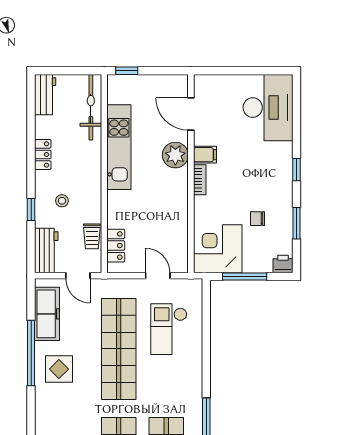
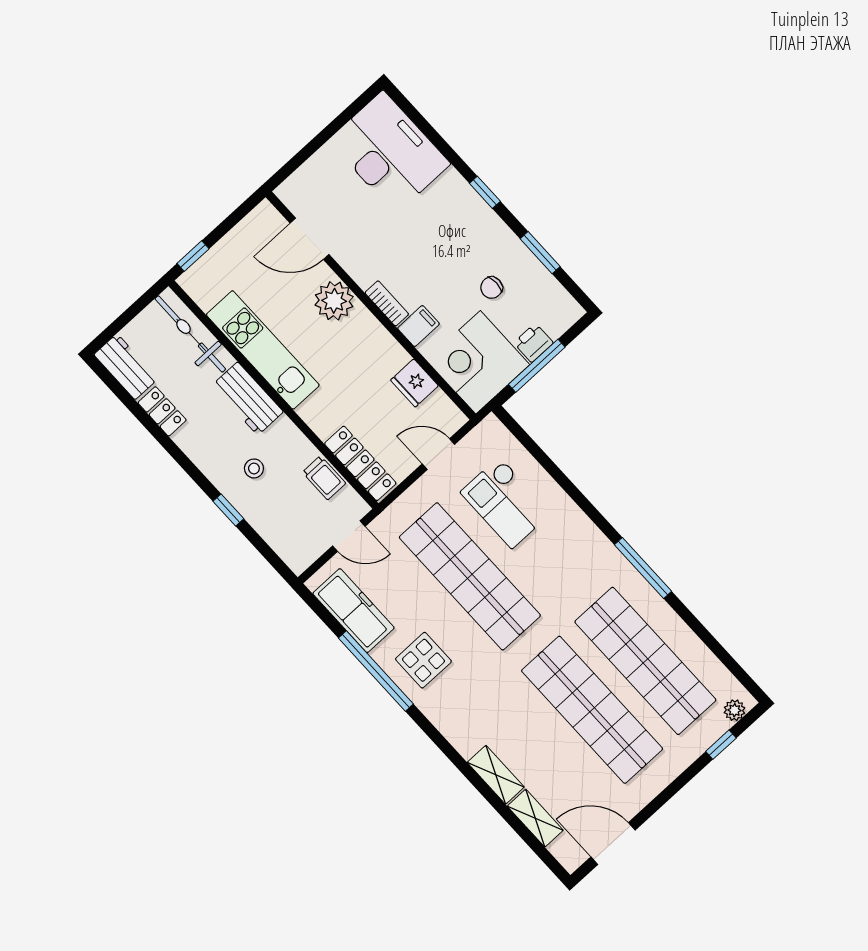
locker: (43, 154) -> (162, 411), moved
filing cabinet: (205, 155) -> (418, 326), moved
fridge: (178, 231) -> (414, 383), added
locker: (116, 246) -> (360, 463), width x1.53
workbench: (46, 251) -> (248, 399), moved, turned 180
printer: (283, 264) -> (533, 343), moved

